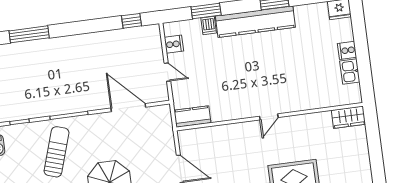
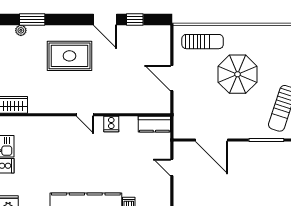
cooker: (174, 44) -> (111, 124), moved, turned -90
door: (269, 117) -> (85, 115), swing flipped

